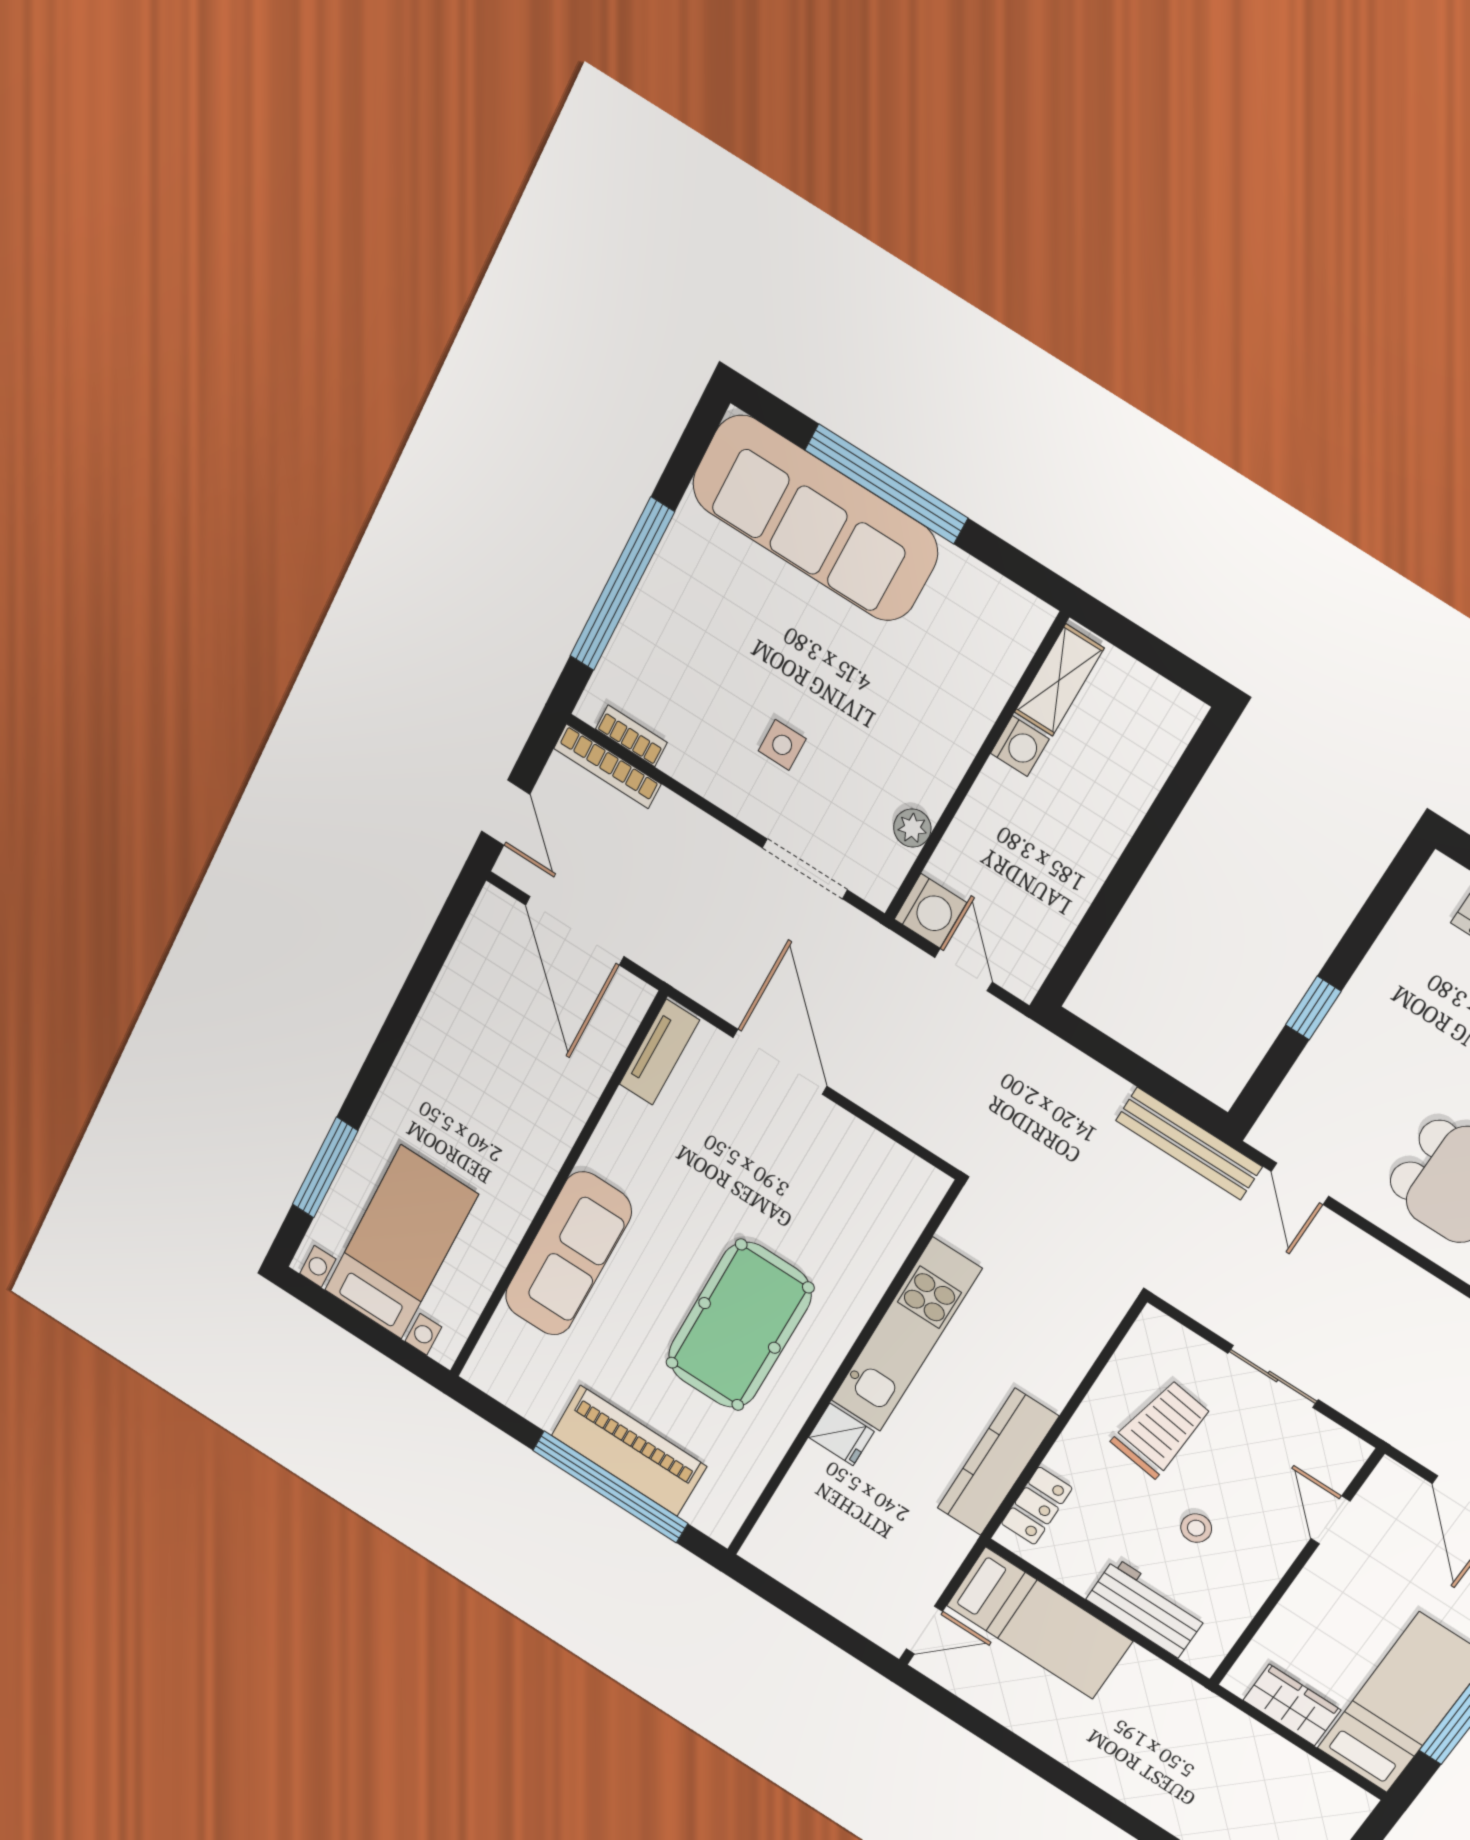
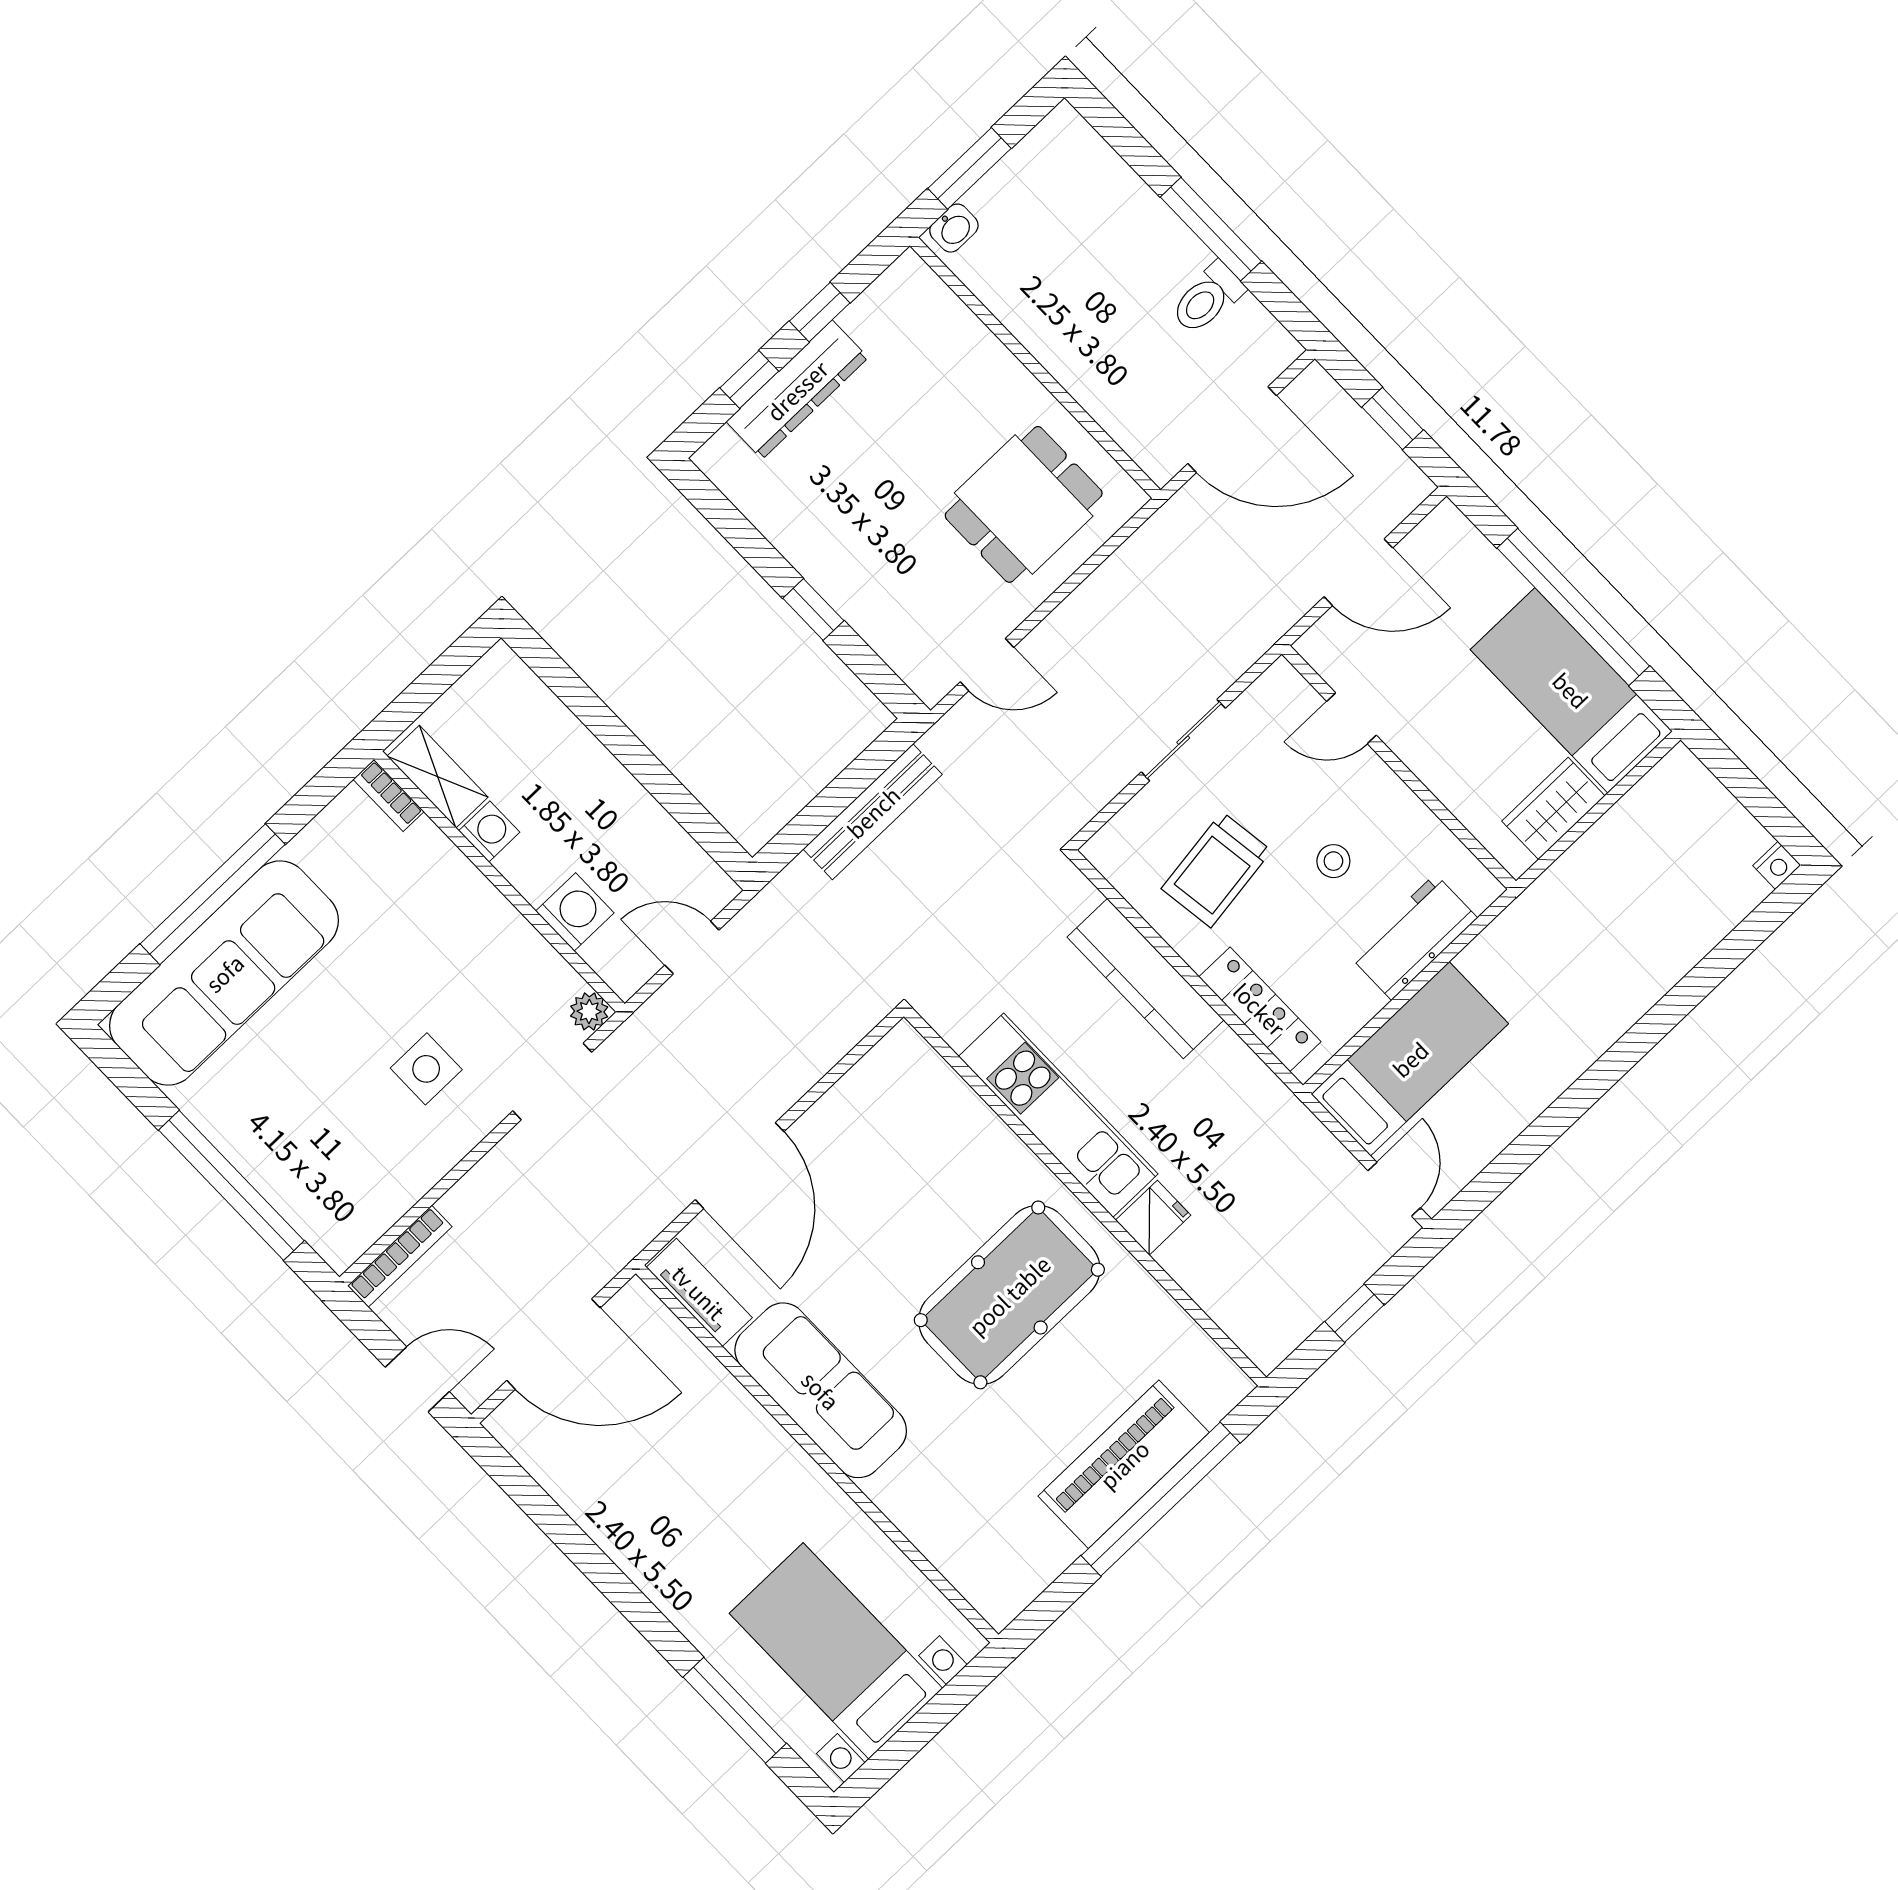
bookcase: (631, 736) -> (389, 795), moved, turned -90
side table: (782, 745) -> (426, 1069), width x1.37, depth x1.37
plant: (912, 828) -> (589, 1011), moved
washing machine: (930, 911) -> (575, 912), moved
door: (780, 1062) -> (740, 1166), swing flipped
bench: (1189, 1144) -> (873, 812), moved
sofa: (568, 1254) -> (821, 1390), moved
pool table: (739, 1325) -> (1009, 1295), turned 90
trolley: (1162, 1429) -> (1216, 870), turned -106
kitchen counter: (998, 1462) -> (1145, 979), moved
locker: (1037, 1506) -> (1260, 1009), width x1.53
window: (811, 1616) -> (1354, 1313), added

